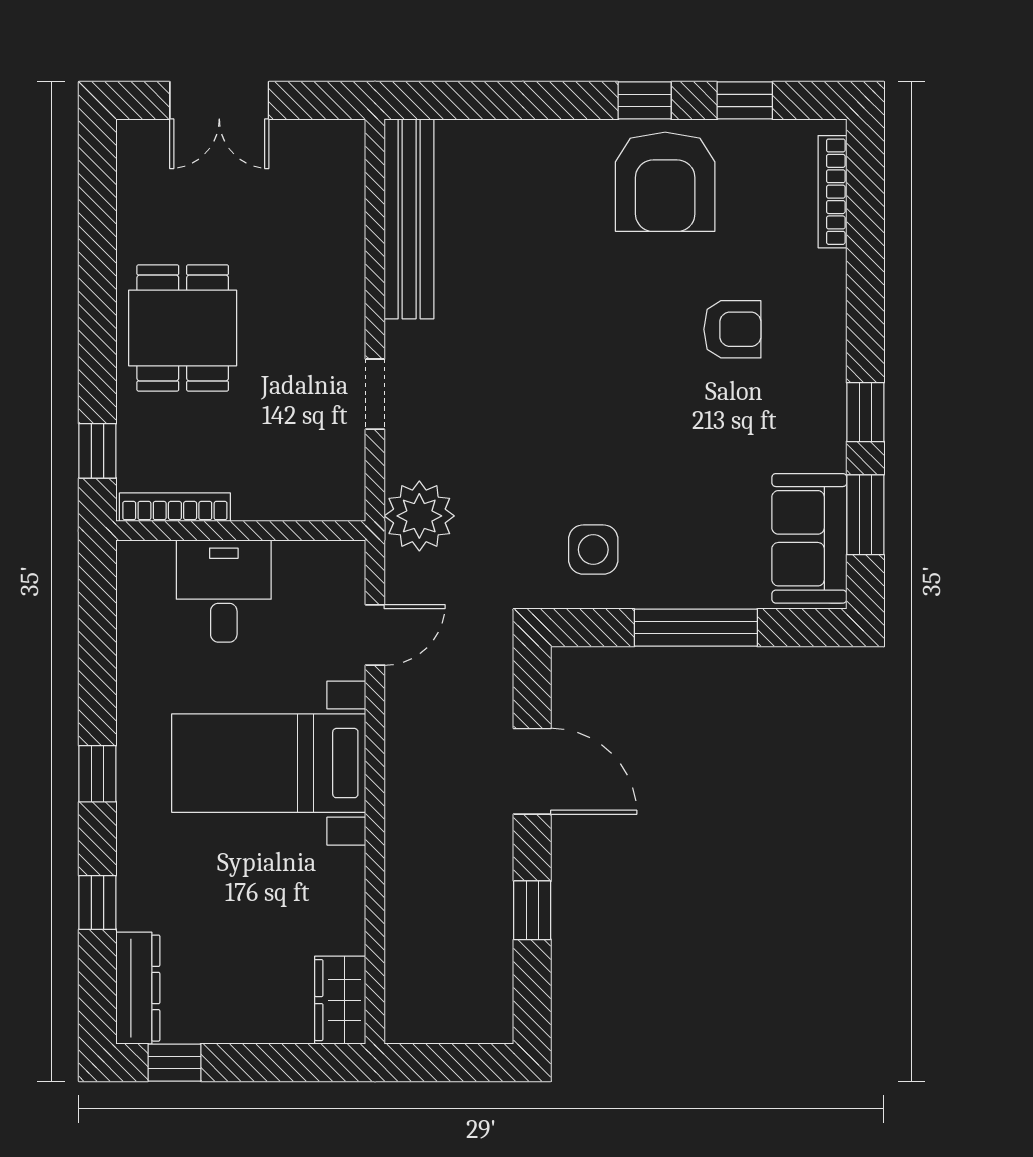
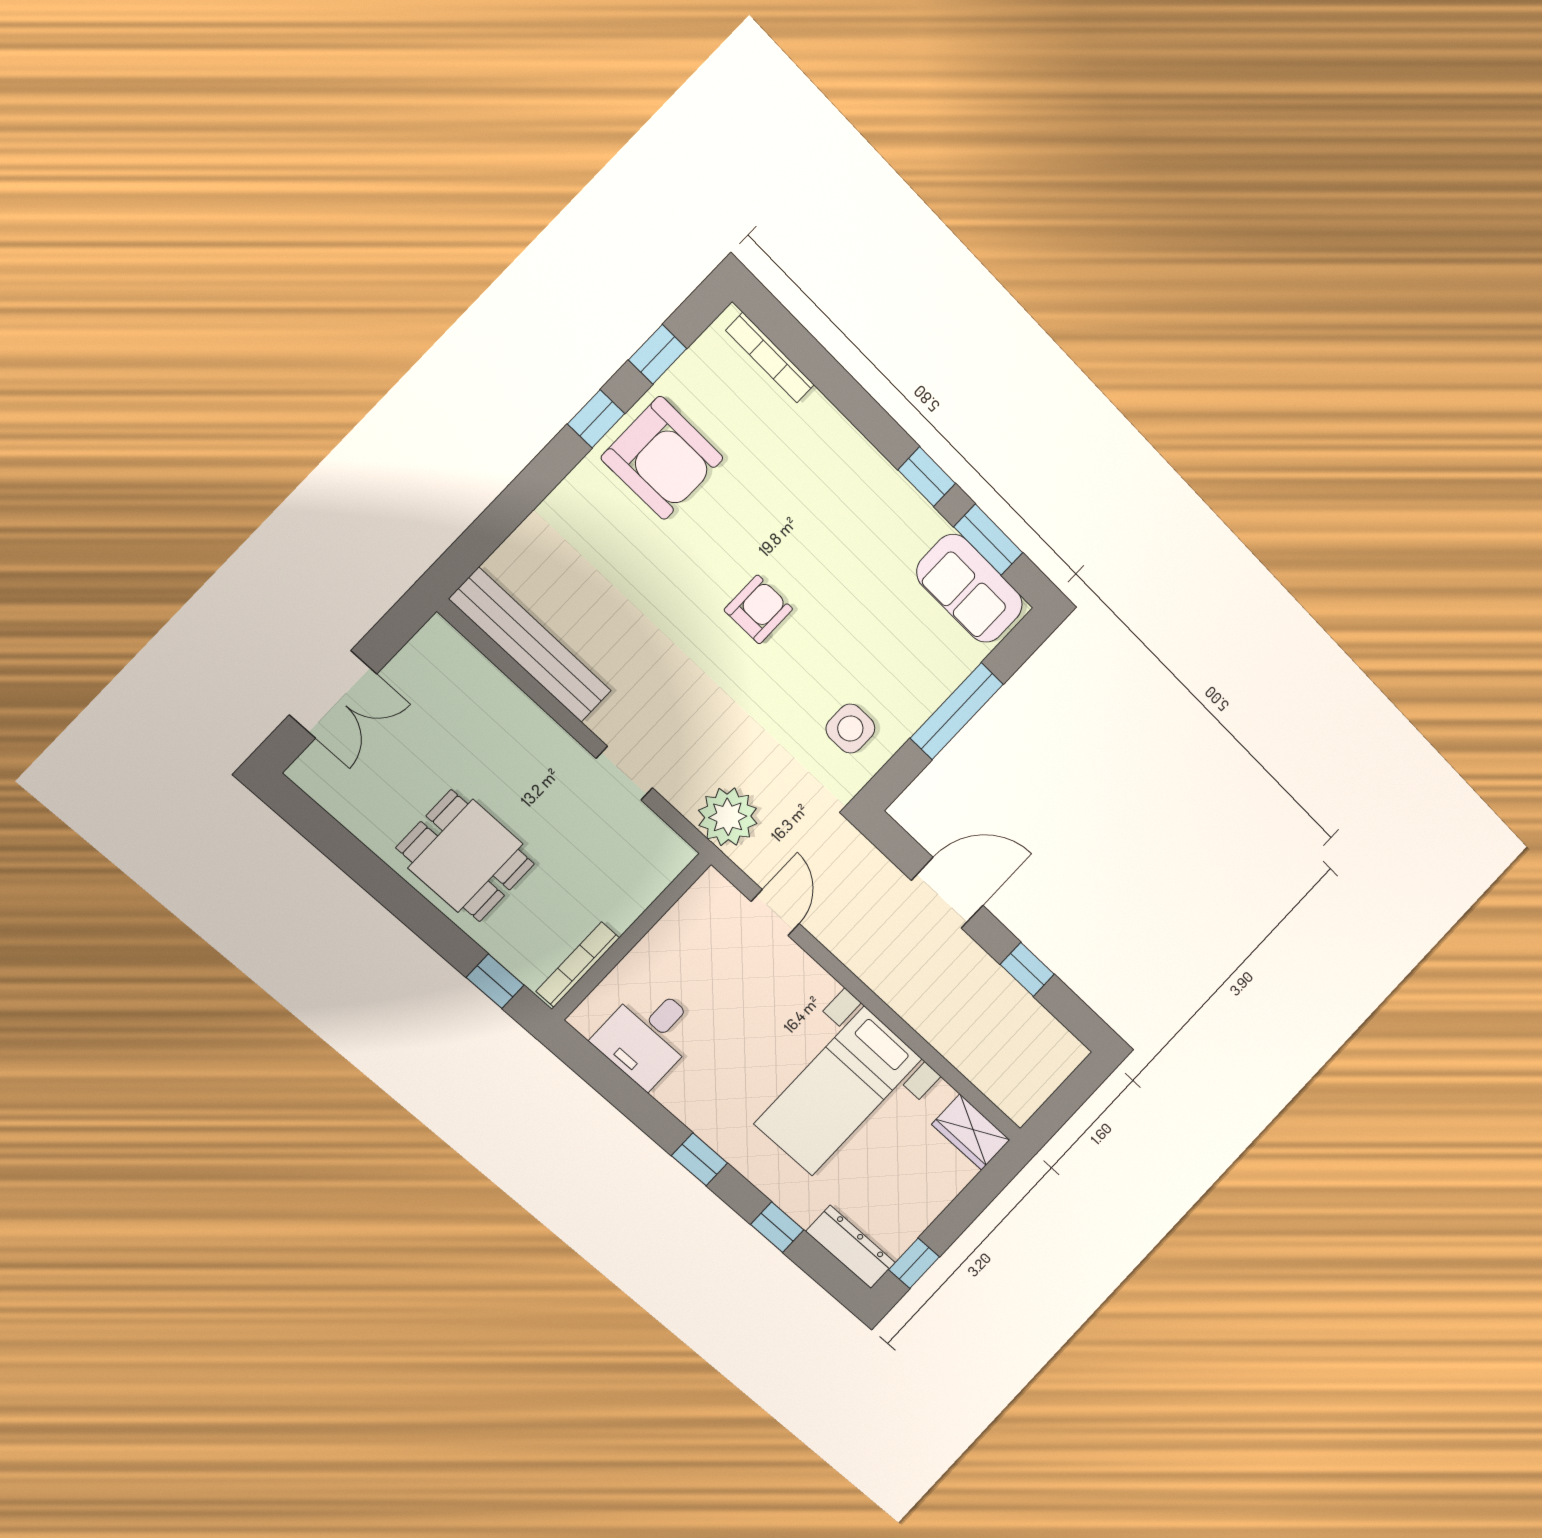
armchair: (732, 329) -> (758, 609), moved
desk: (224, 591) -> (648, 1035), moved, turned -90
bed with nightstands: (269, 763) -> (838, 1091), moved

